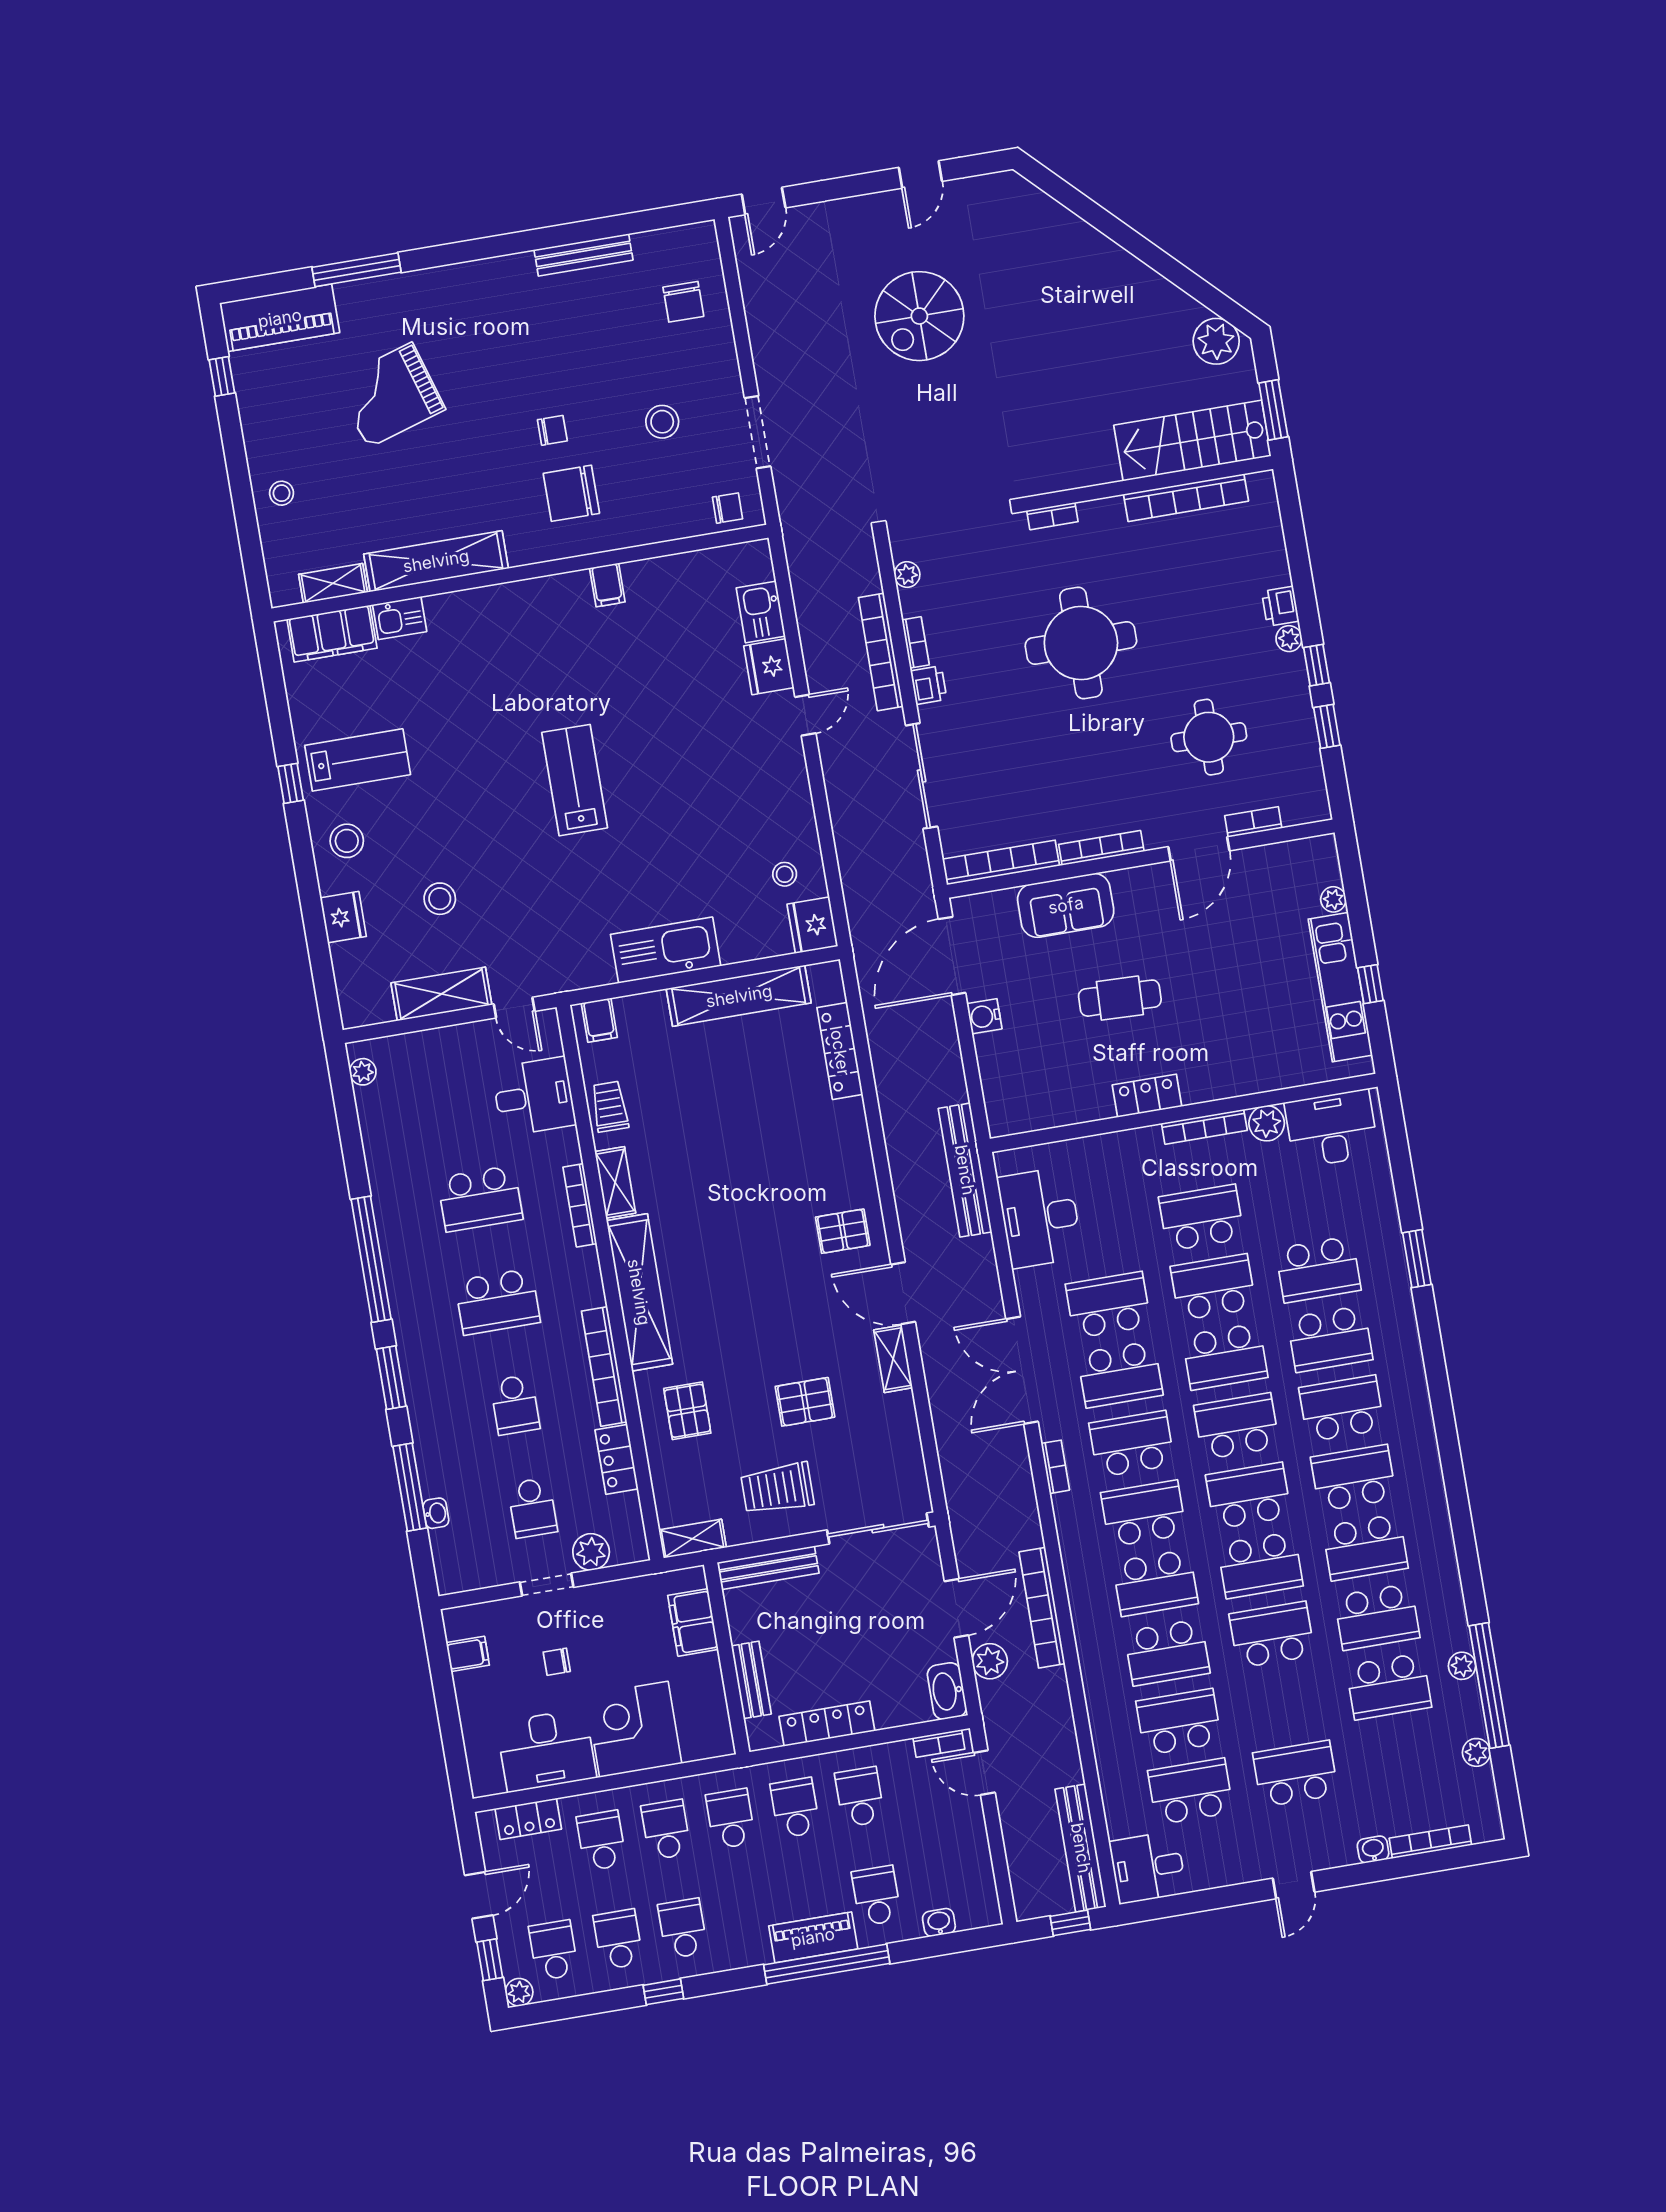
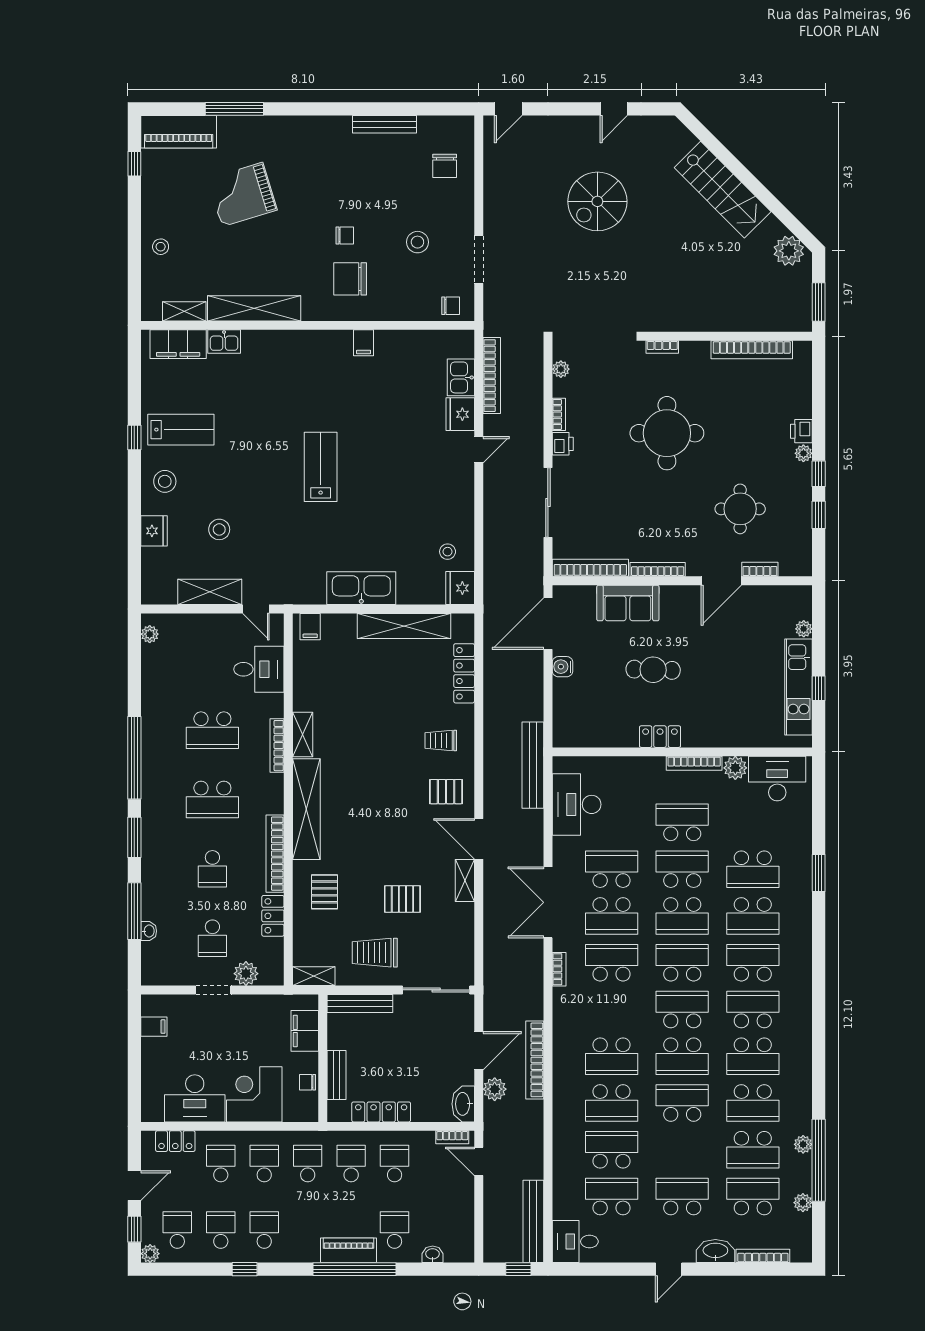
stairs: (1192, 441) -> (723, 190), moved, turned -135
bookcase: (881, 652) -> (492, 376), moved, turned 180
trolley: (610, 1107) -> (441, 740), moved, turned -90
school desk: (1144, 1513) -> (753, 1197), moved
chair: (557, 1662) -> (307, 1082), moved
washbasin: (1373, 1849) -> (715, 1251), width x1.91, depth x1.45

